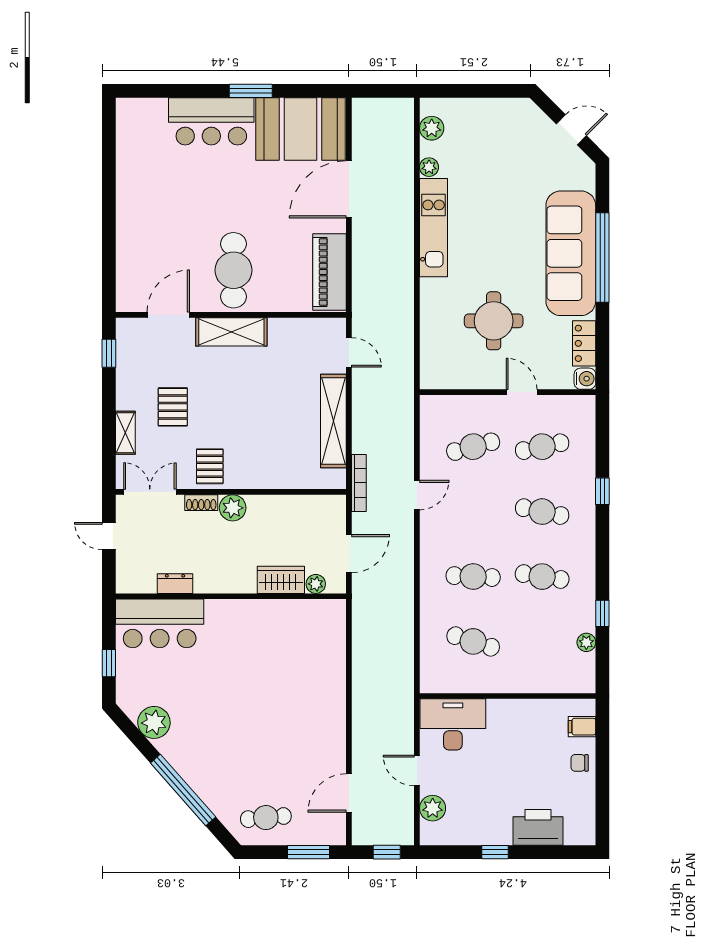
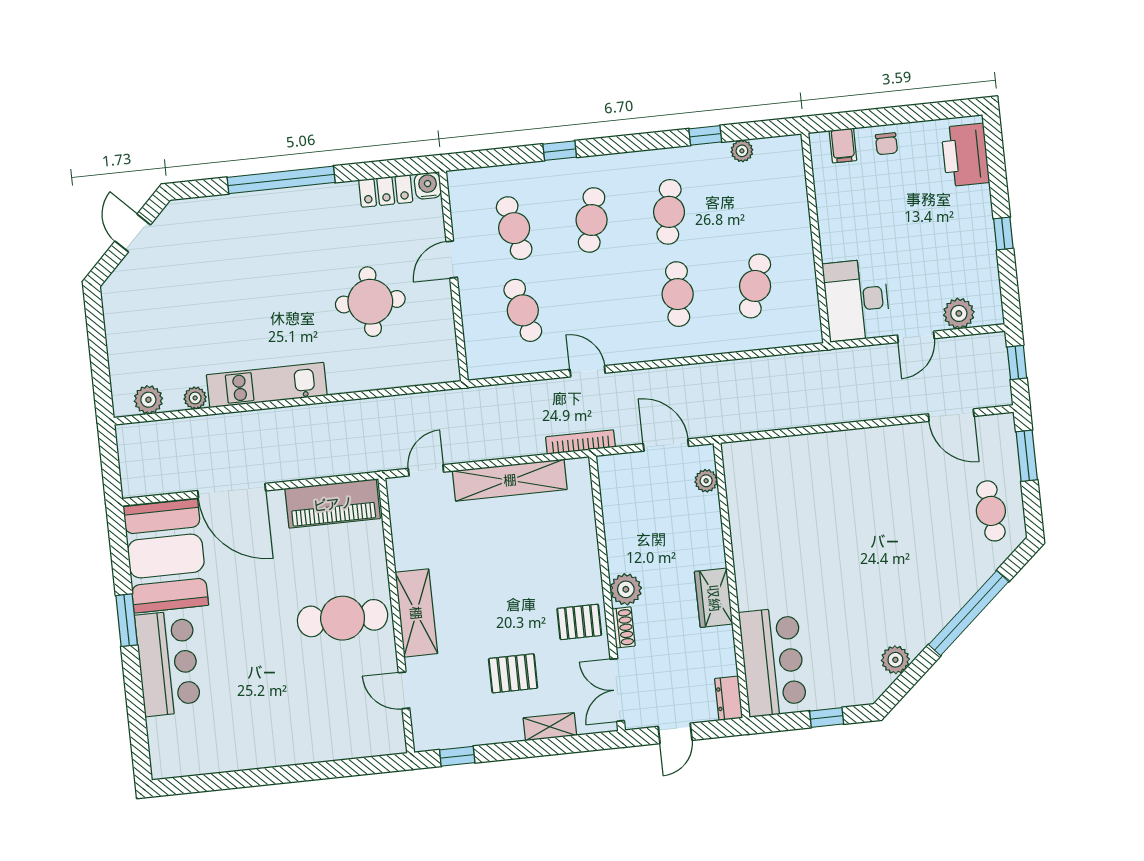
sofa: (571, 253) -> (280, 218), removed
door: (168, 315) -> (404, 690), width x0.73
wardrobe: (281, 580) -> (714, 598), moved
dresser: (175, 584) -> (729, 698), moved
plant: (154, 722) -> (895, 660), width x0.73, depth x0.73
printer: (538, 827) -> (965, 155), moved

